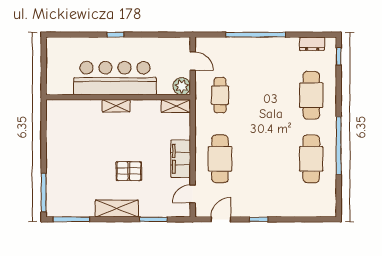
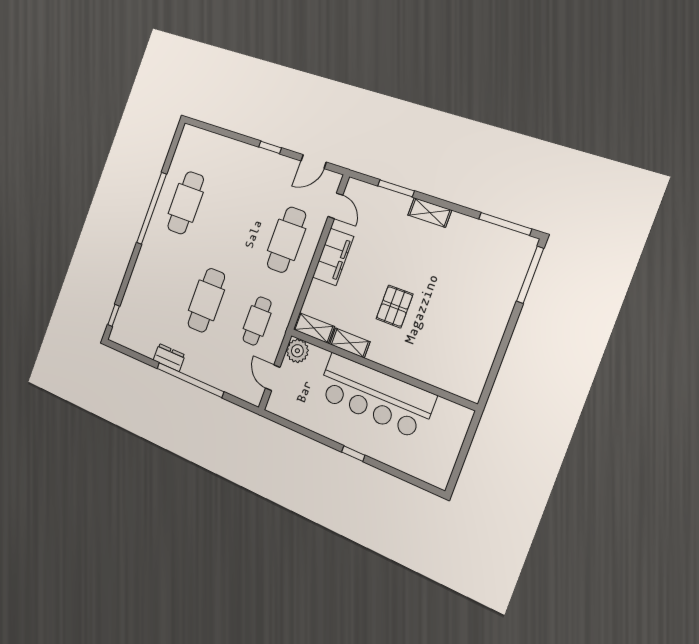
dresser: (312, 44) -> (169, 357), moved
cafe table: (311, 95) -> (206, 300), moved
shelving: (116, 106) -> (350, 343), moved
pallet: (129, 171) -> (395, 306), moved, turned 90
door: (193, 194) -> (335, 206), hinge flipped
shelving: (117, 209) -> (430, 213), width x0.67, depth x0.75

